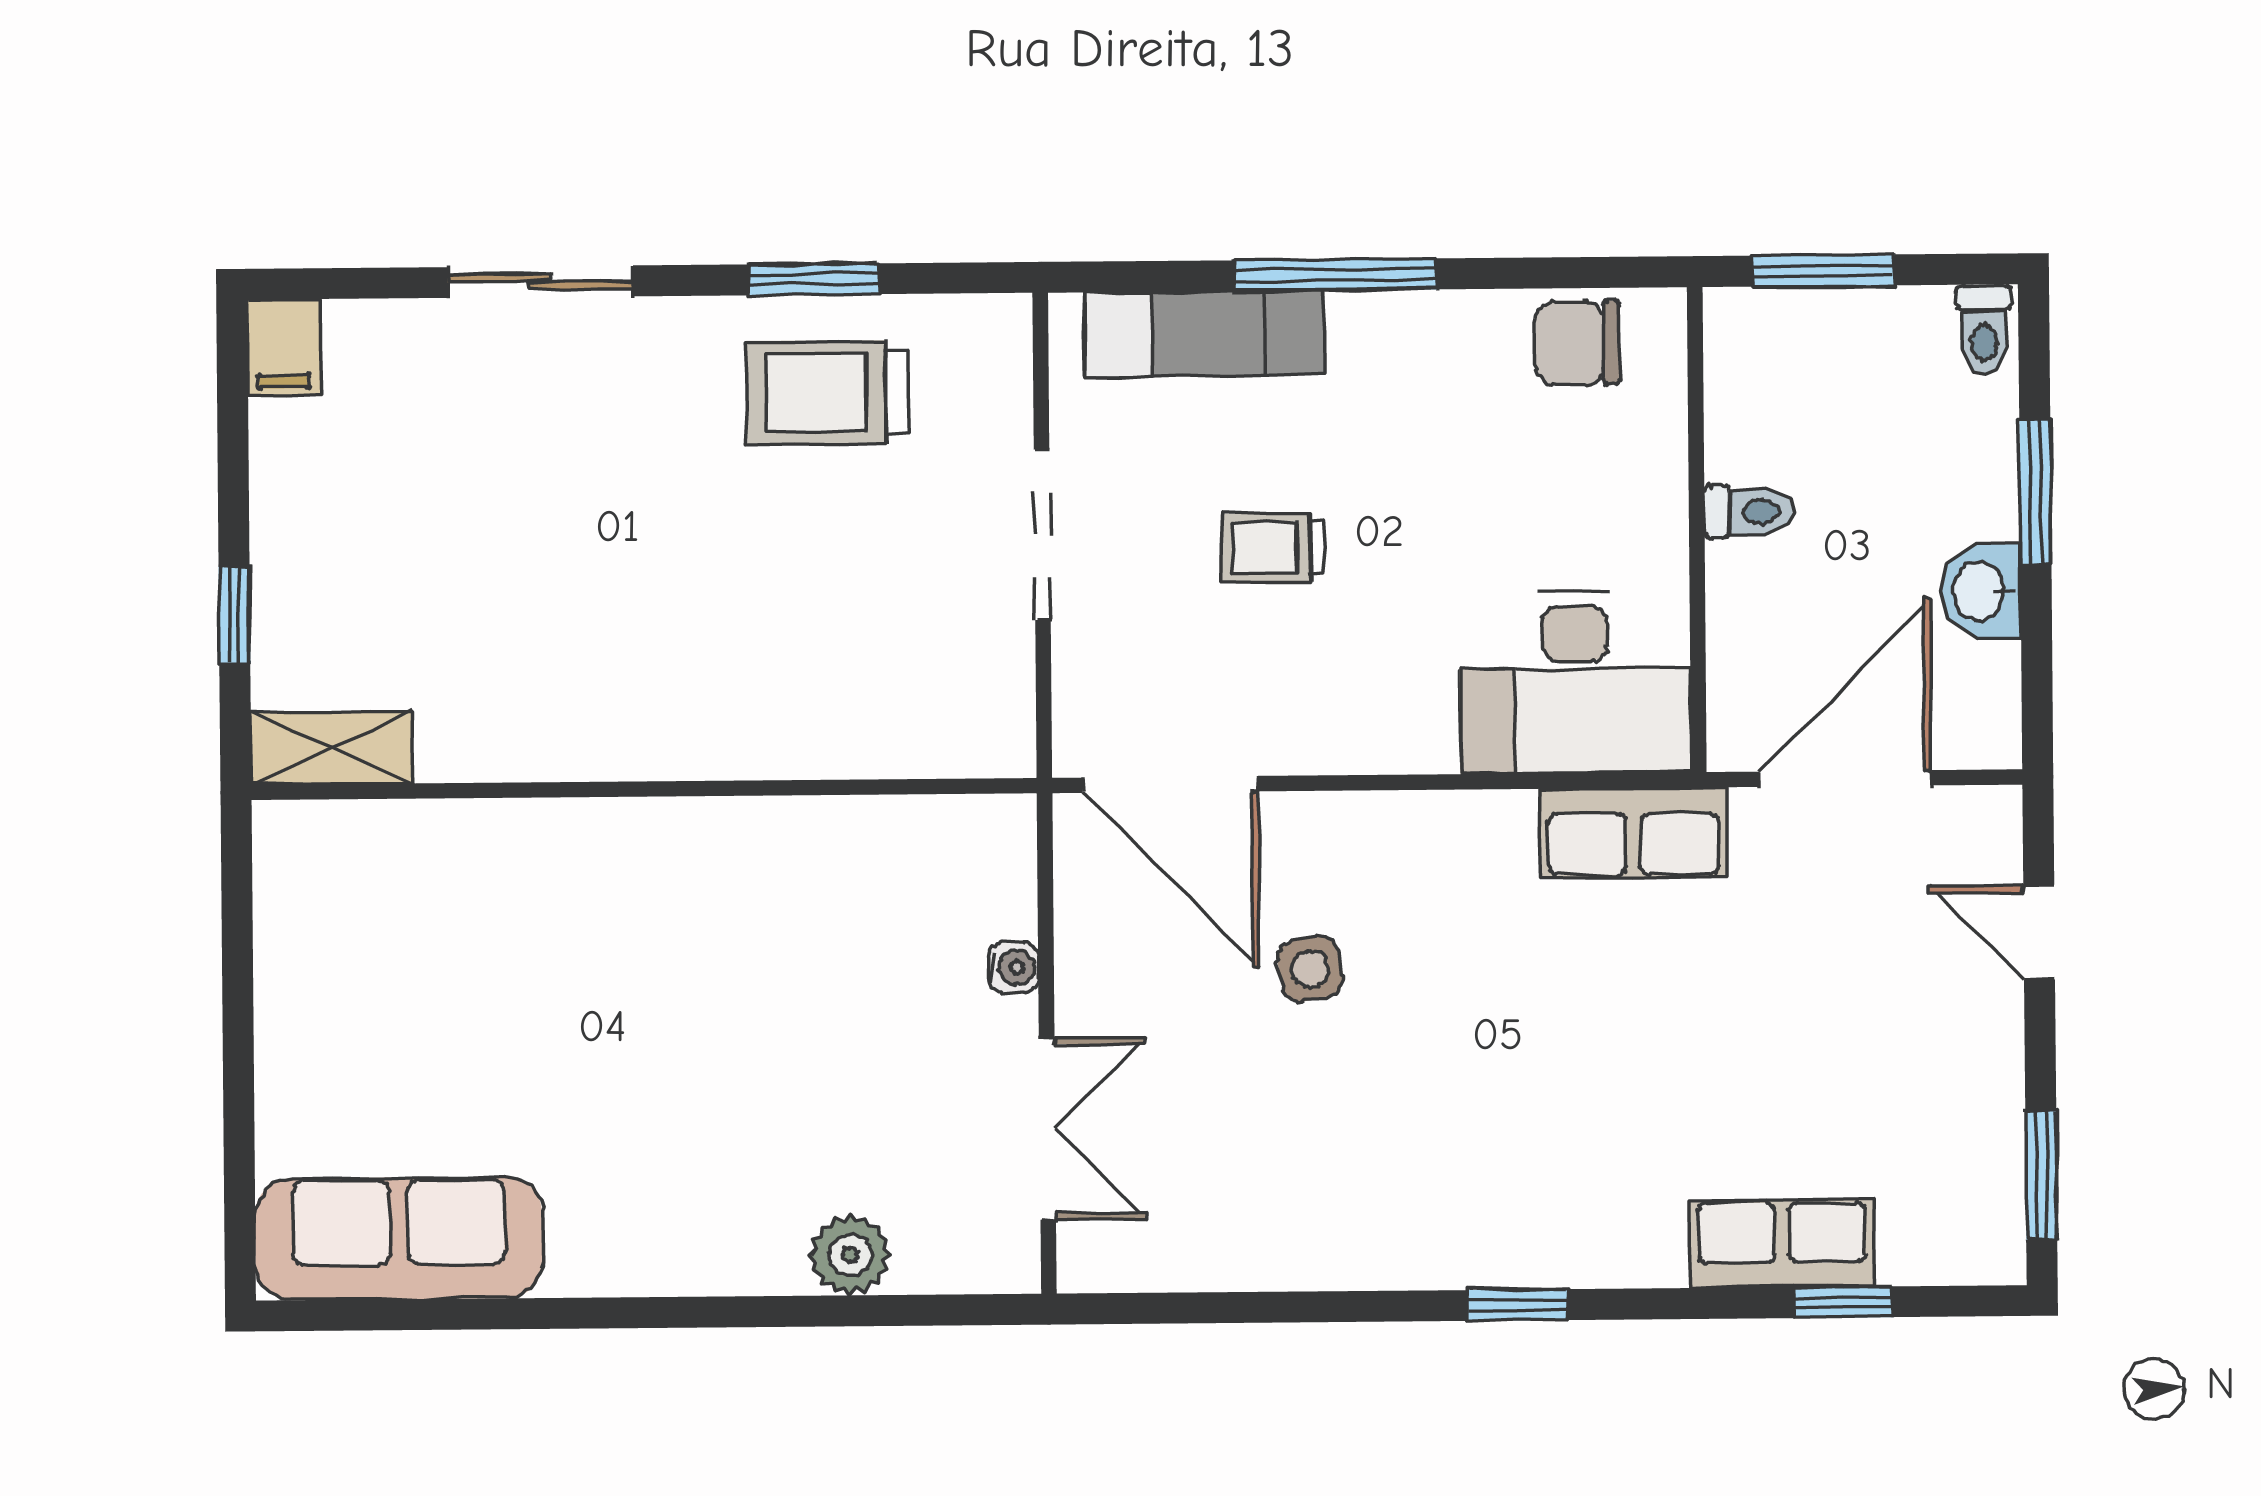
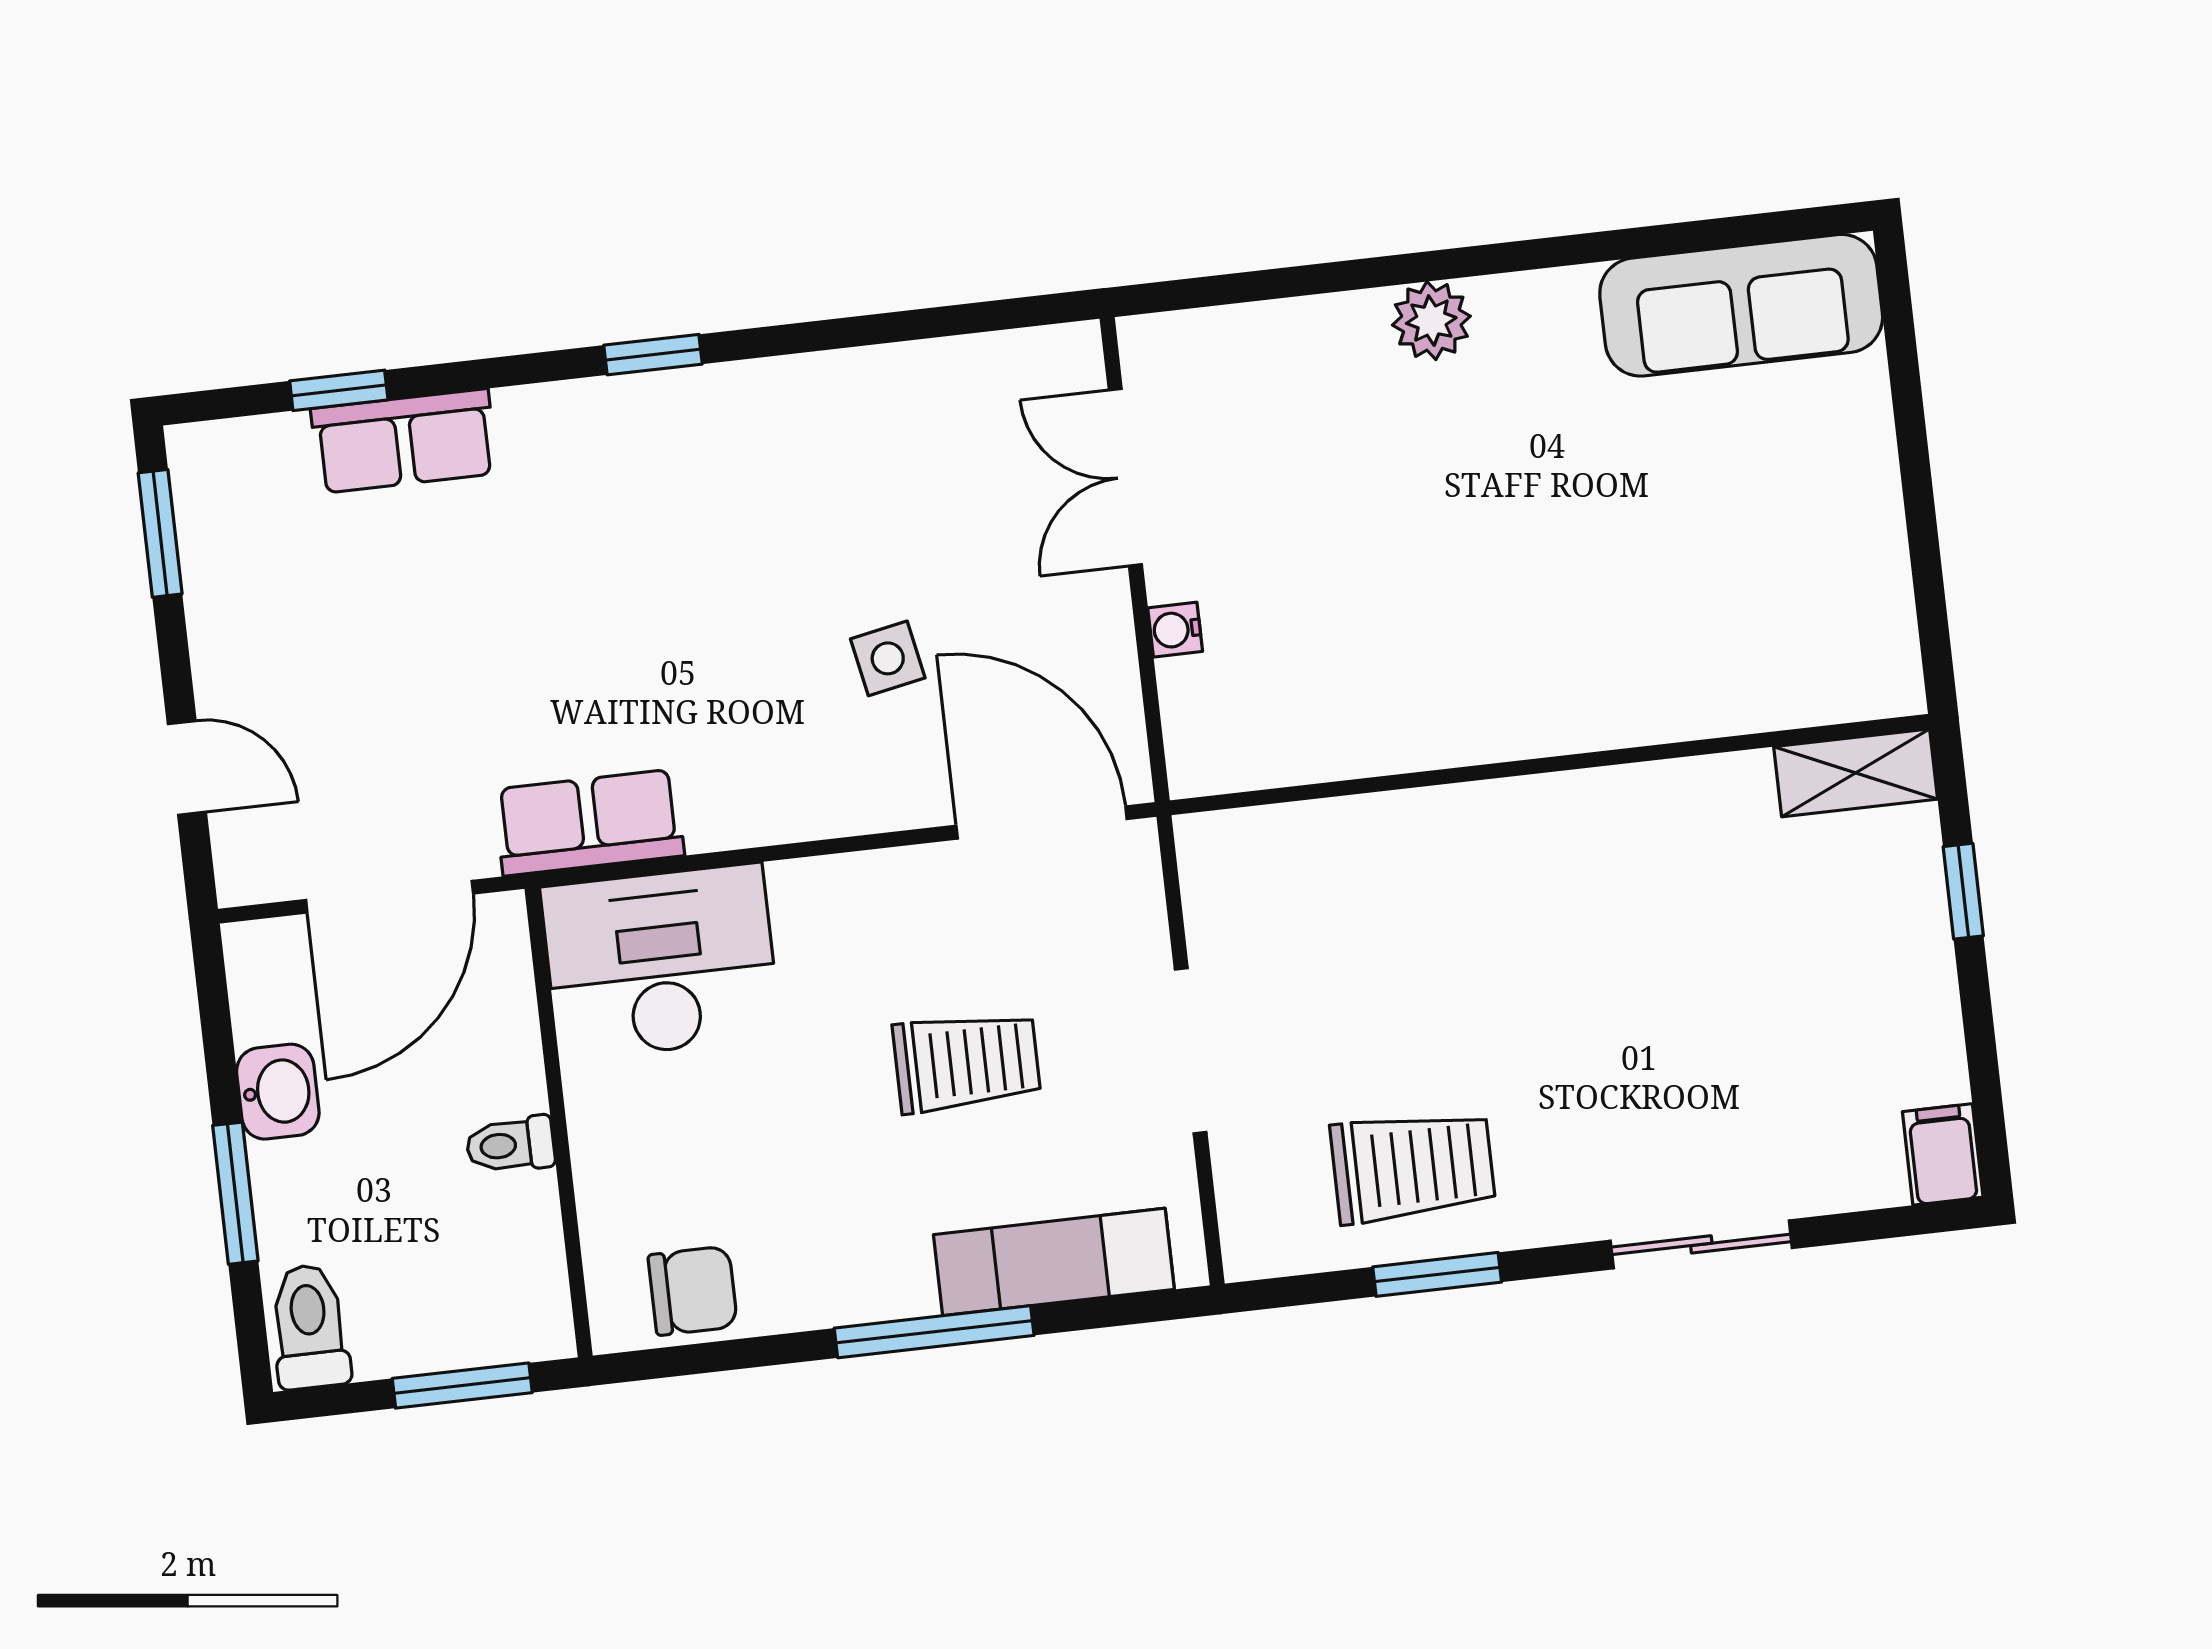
toilet: (1984, 330) -> (309, 1327), width x1.37, depth x1.39
trolley: (1273, 547) -> (967, 1062), width x1.36, depth x1.39
plant: (850, 1255) -> (1431, 321), moved

